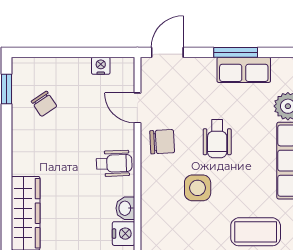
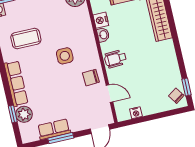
chair: (44, 104) -> (176, 96), moved
wheelchair: (217, 139) -> (60, 86), removed

